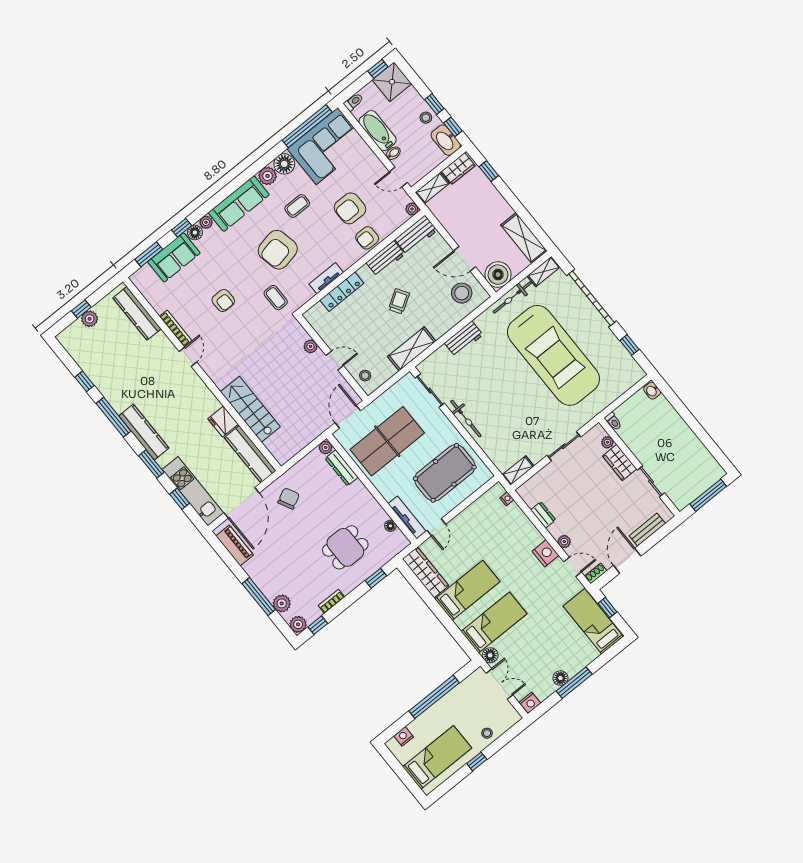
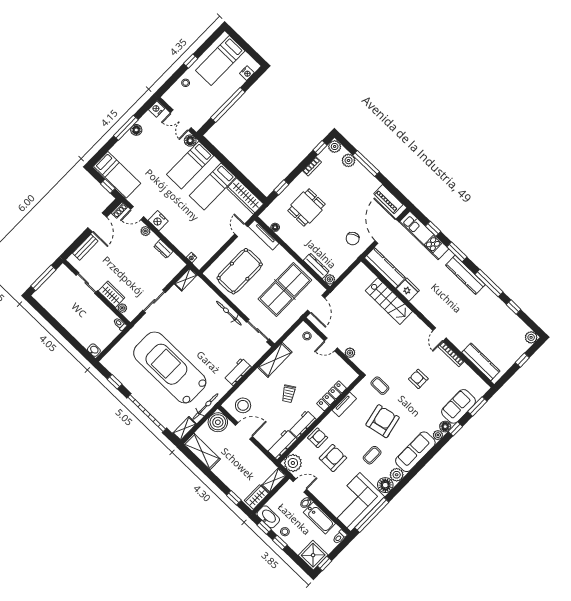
plant: (412, 209) -> (293, 463), width x1.87, depth x1.87
plant: (90, 319) -> (531, 337), moved

